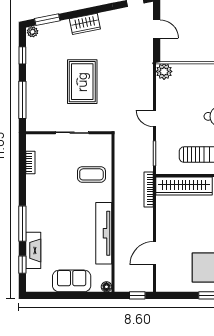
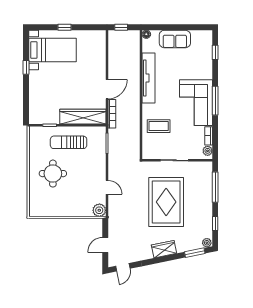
door: (157, 29) -> (105, 245), hinge flipped
rug: (82, 82) -> (166, 202), width x1.37, depth x1.44
door: (155, 118) -> (107, 187), moved
plant: (32, 144) -> (208, 151), added
corner sofa: (46, 203) -> (196, 103), added
window: (22, 224) -> (215, 101), moved
fireplace: (33, 250) -> (206, 64), removed
door: (155, 253) -> (107, 89), moved

